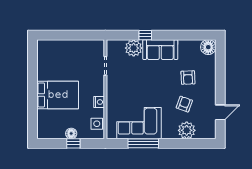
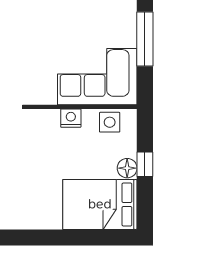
bed: (58, 95) -> (100, 204), moved, turned -90
corner sofa: (139, 123) -> (97, 77), moved, turned 90

